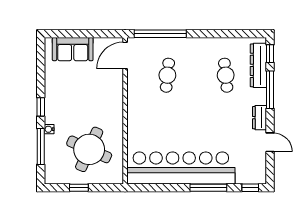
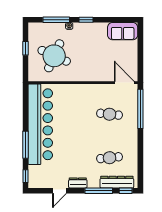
sofa: (73, 49) -> (123, 31), moved, turned -90

